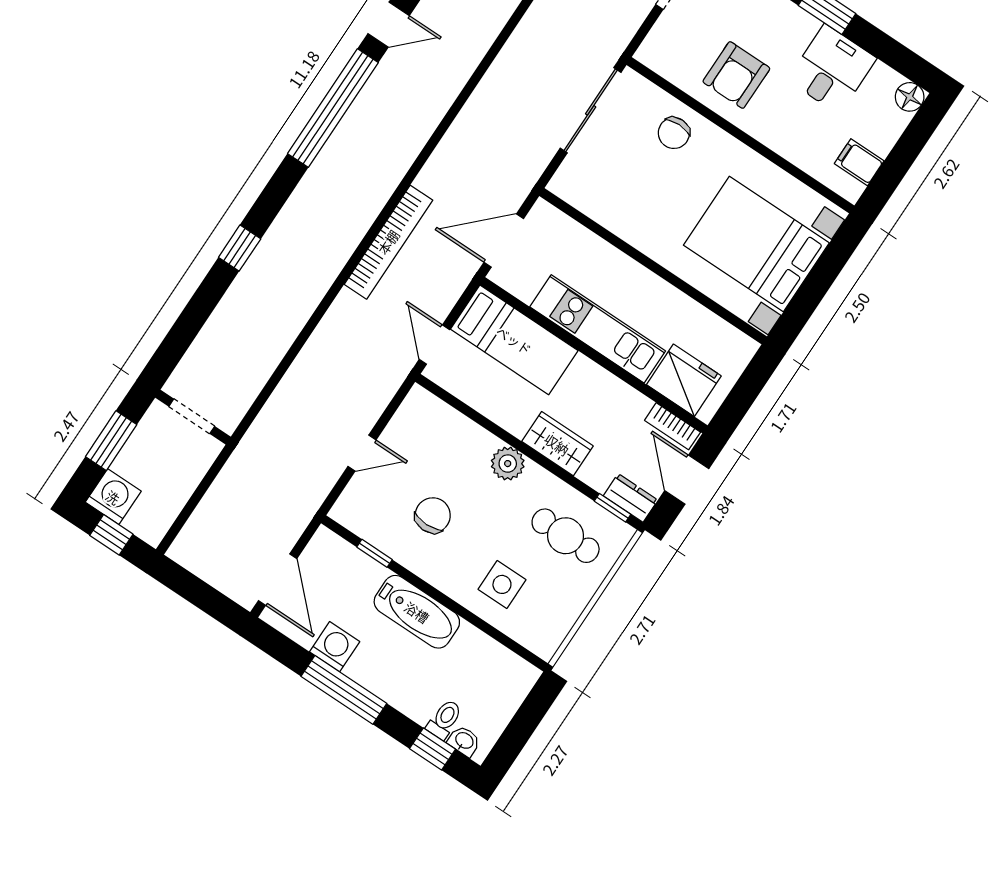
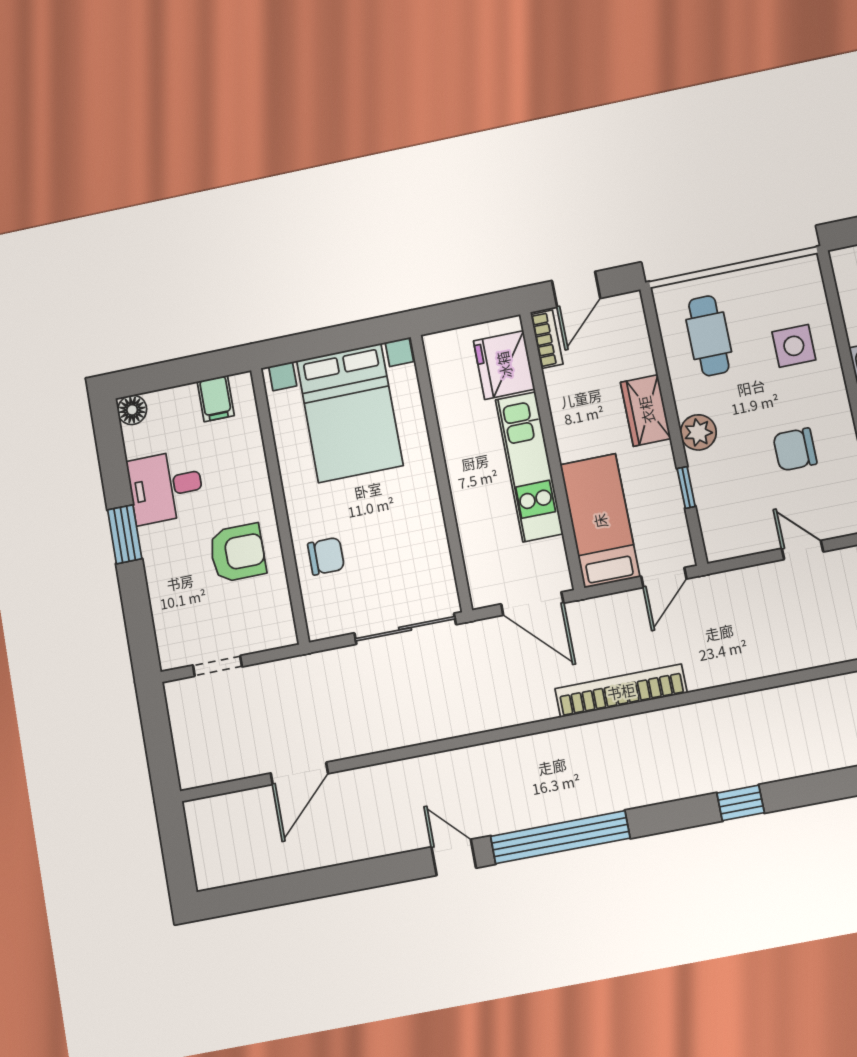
sliding door: (591, 110) -> (405, 629), moved
dresser: (631, 498) -> (632, 316), removed
window: (613, 508) -> (686, 487), moved

